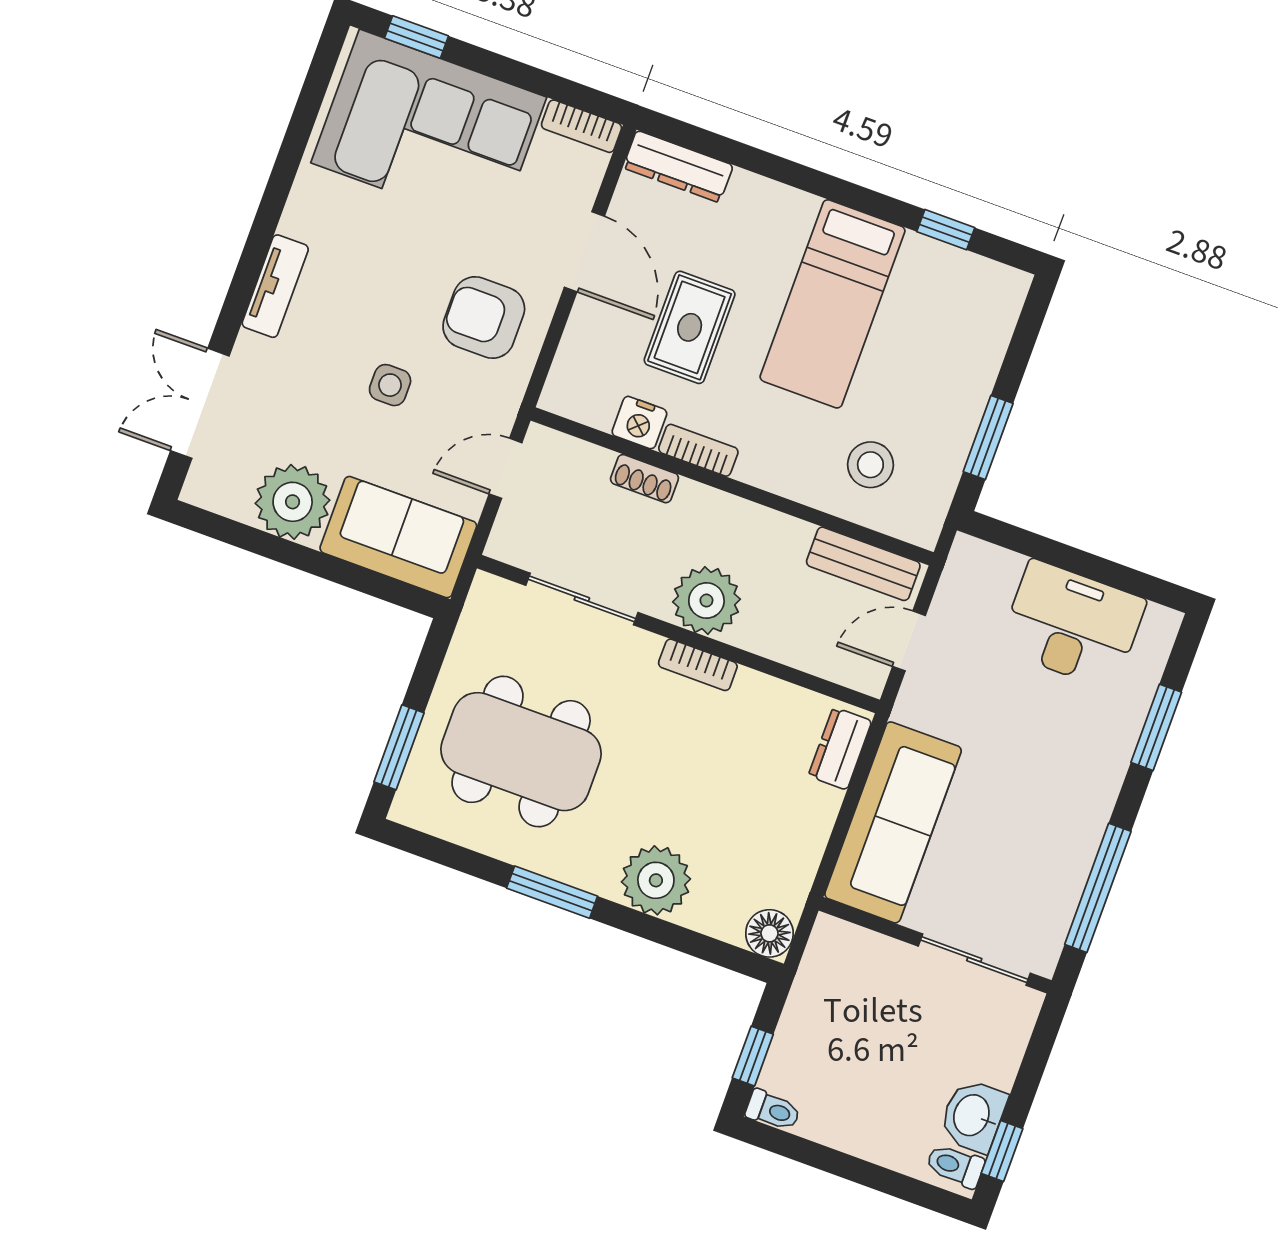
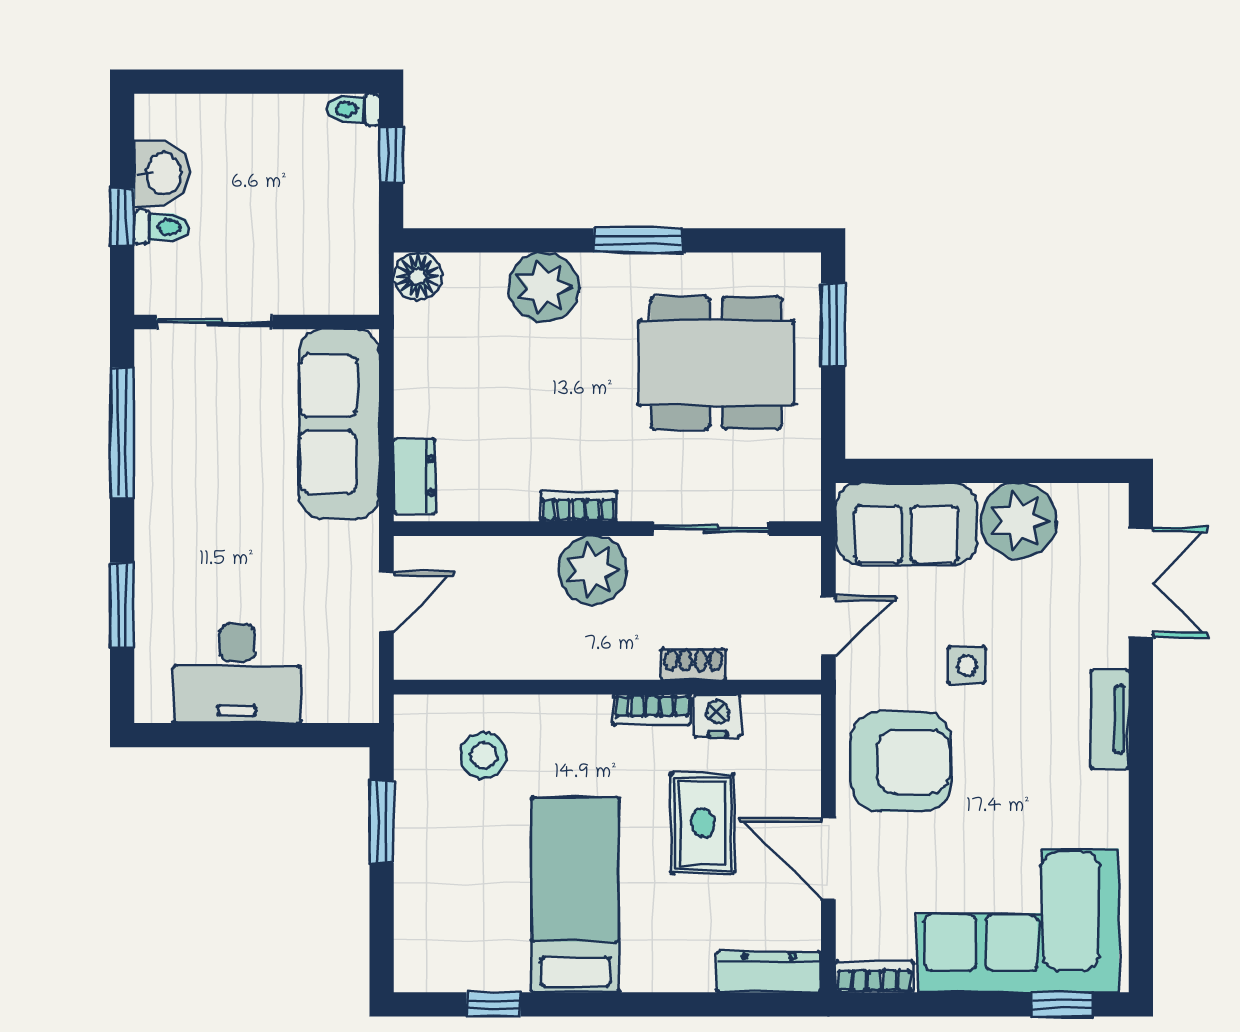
armchair: (484, 317) -> (901, 762), width x1.36, depth x1.36
bench: (863, 564) -> (456, 659), removed
window: (1002, 1151) -> (122, 217), moved
toilet: (955, 1166) -> (162, 227), moved

